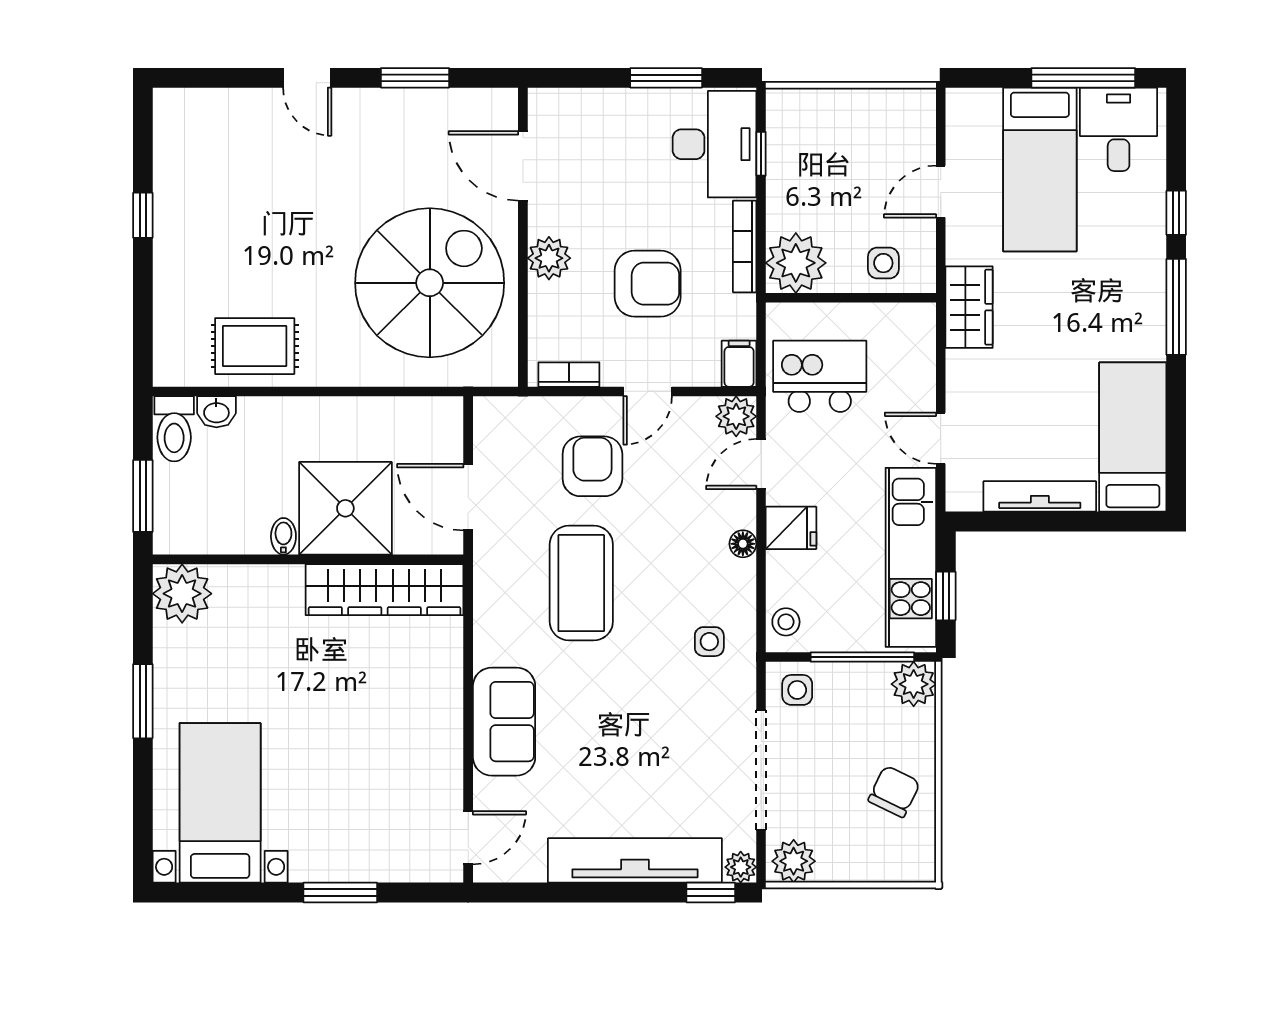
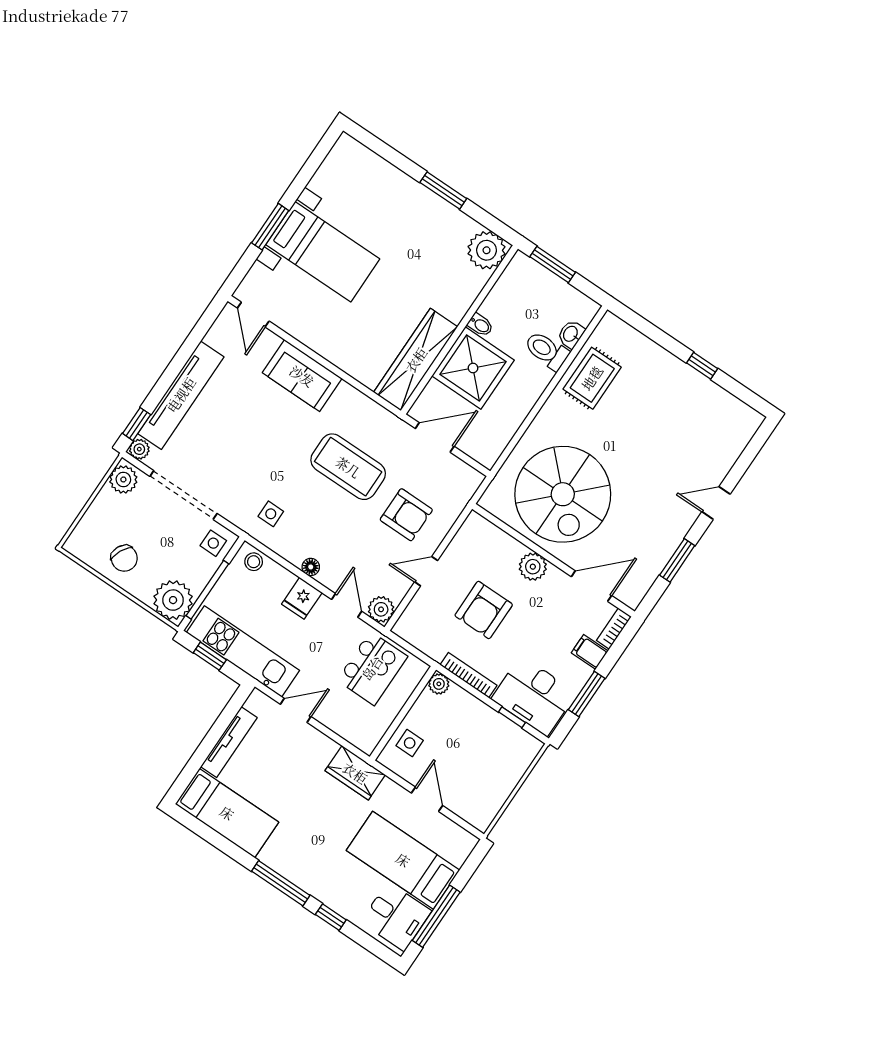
plant: (796, 263) -> (439, 684), width x0.53, depth x0.53
filing cabinet: (739, 364) -> (590, 652), moved, turned 180
bookcase: (569, 375) -> (614, 629), moved, turned 180
door: (648, 391) -> (426, 571), hinge flipped
toilet: (174, 429) -> (547, 351), moved
plant: (914, 684) -> (173, 600), width x1.36, depth x1.36
bed with nightstands: (220, 803) -> (323, 252), moved

